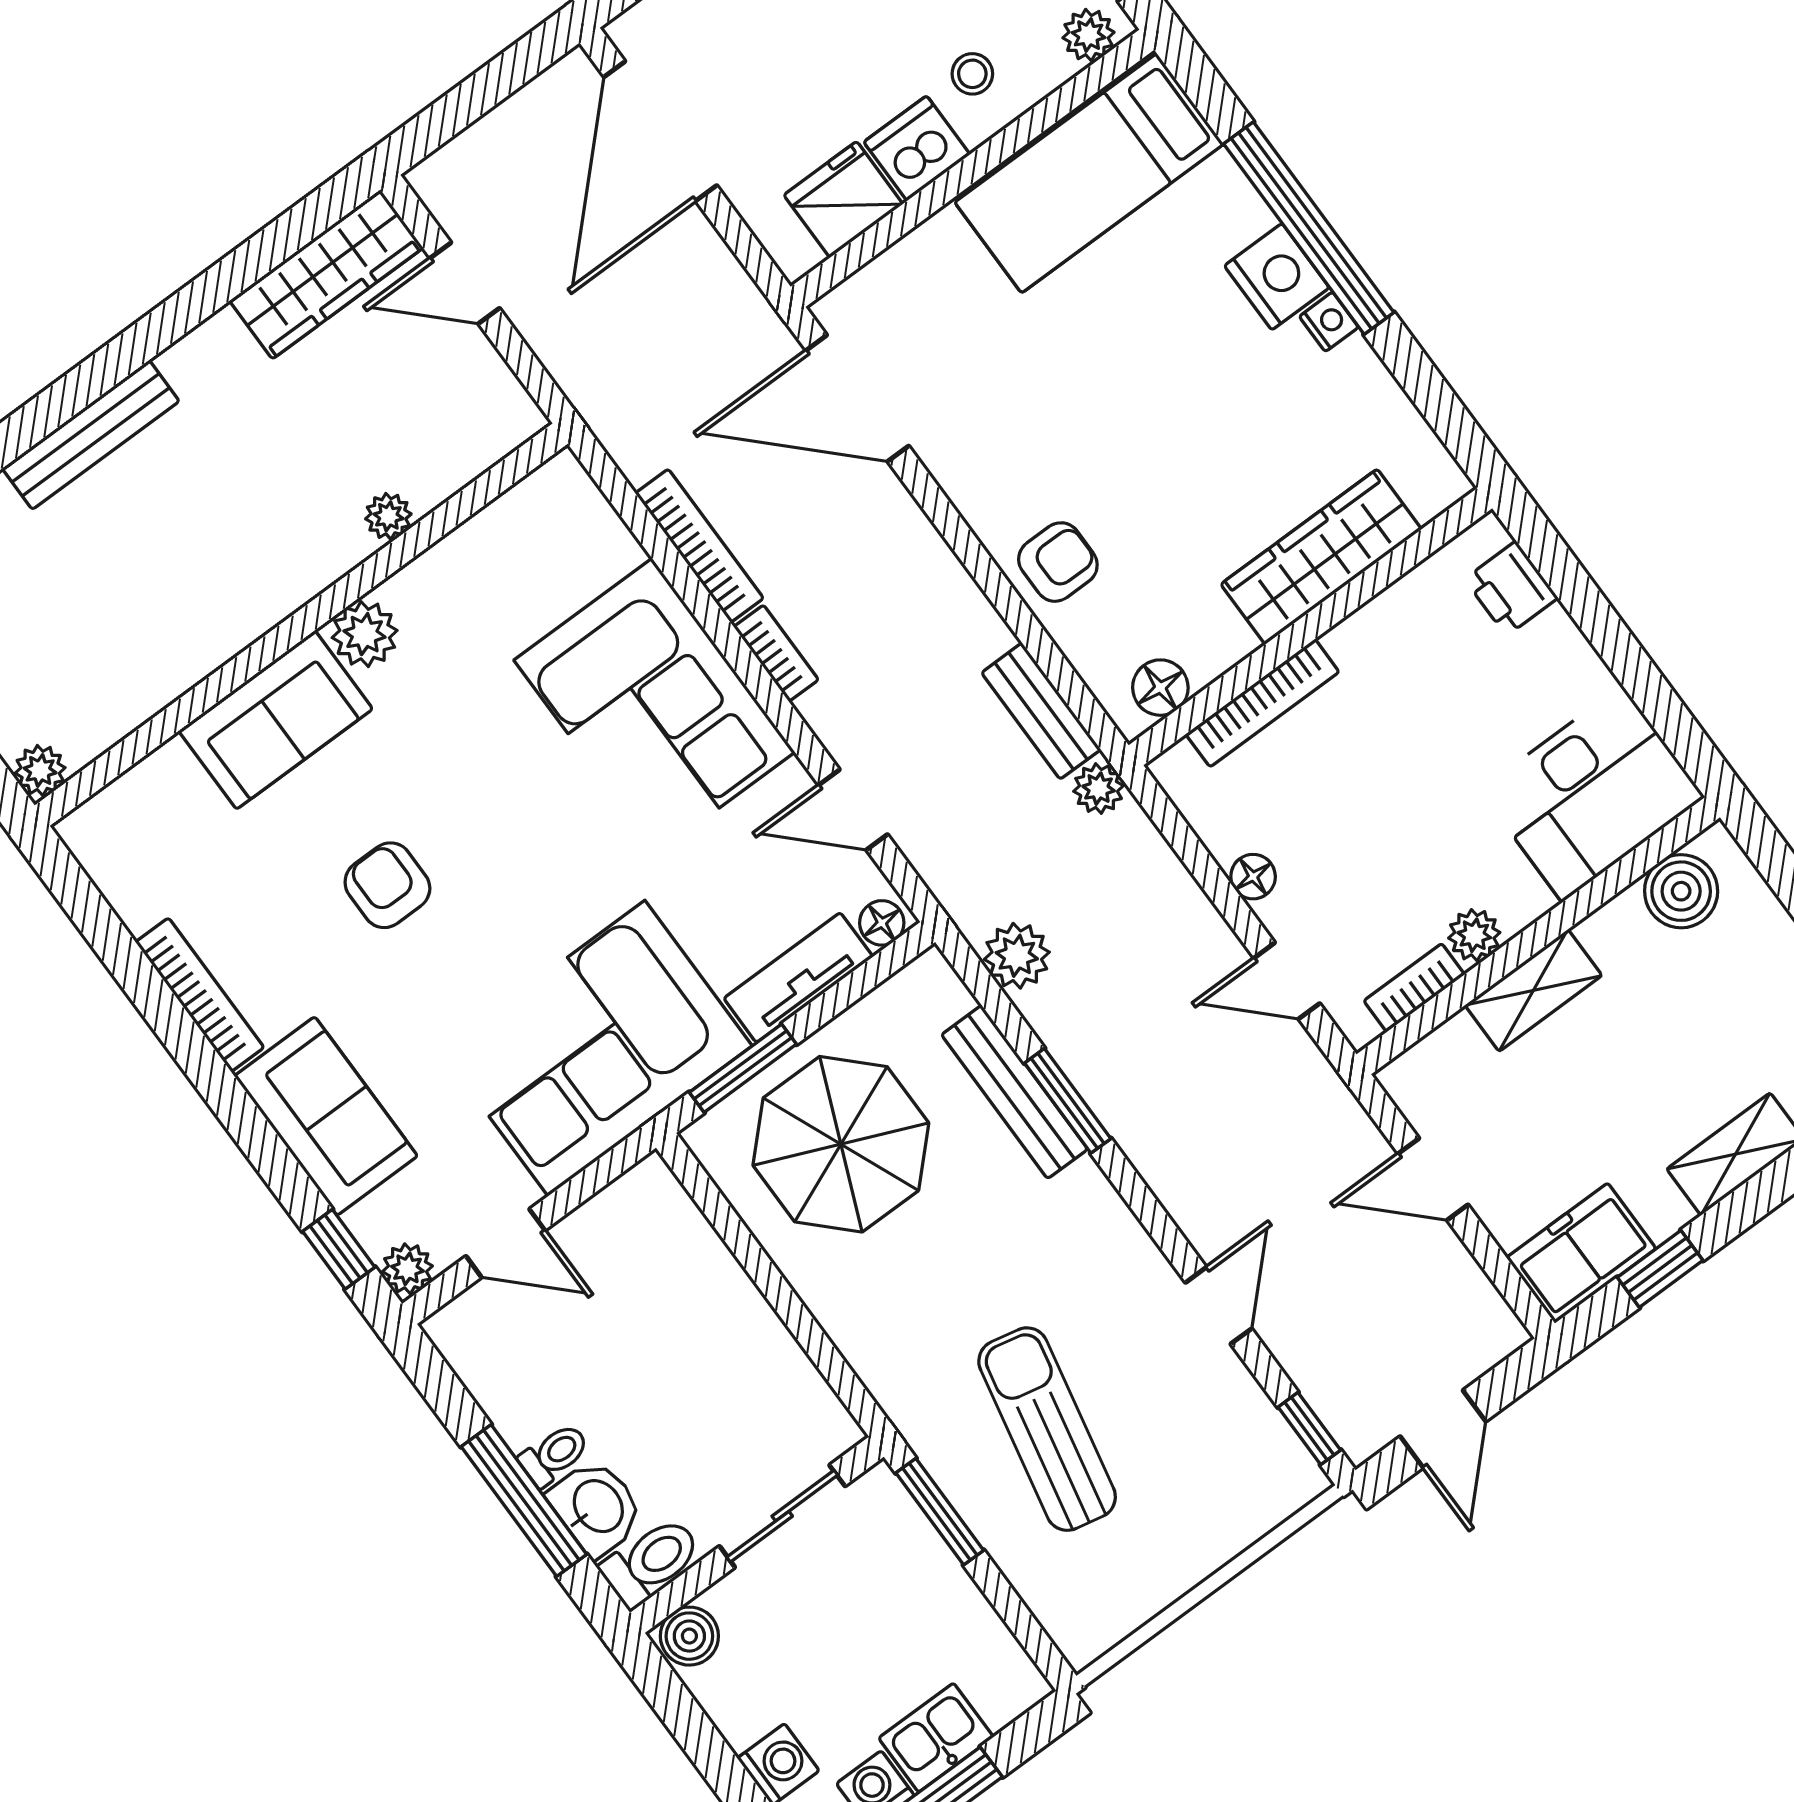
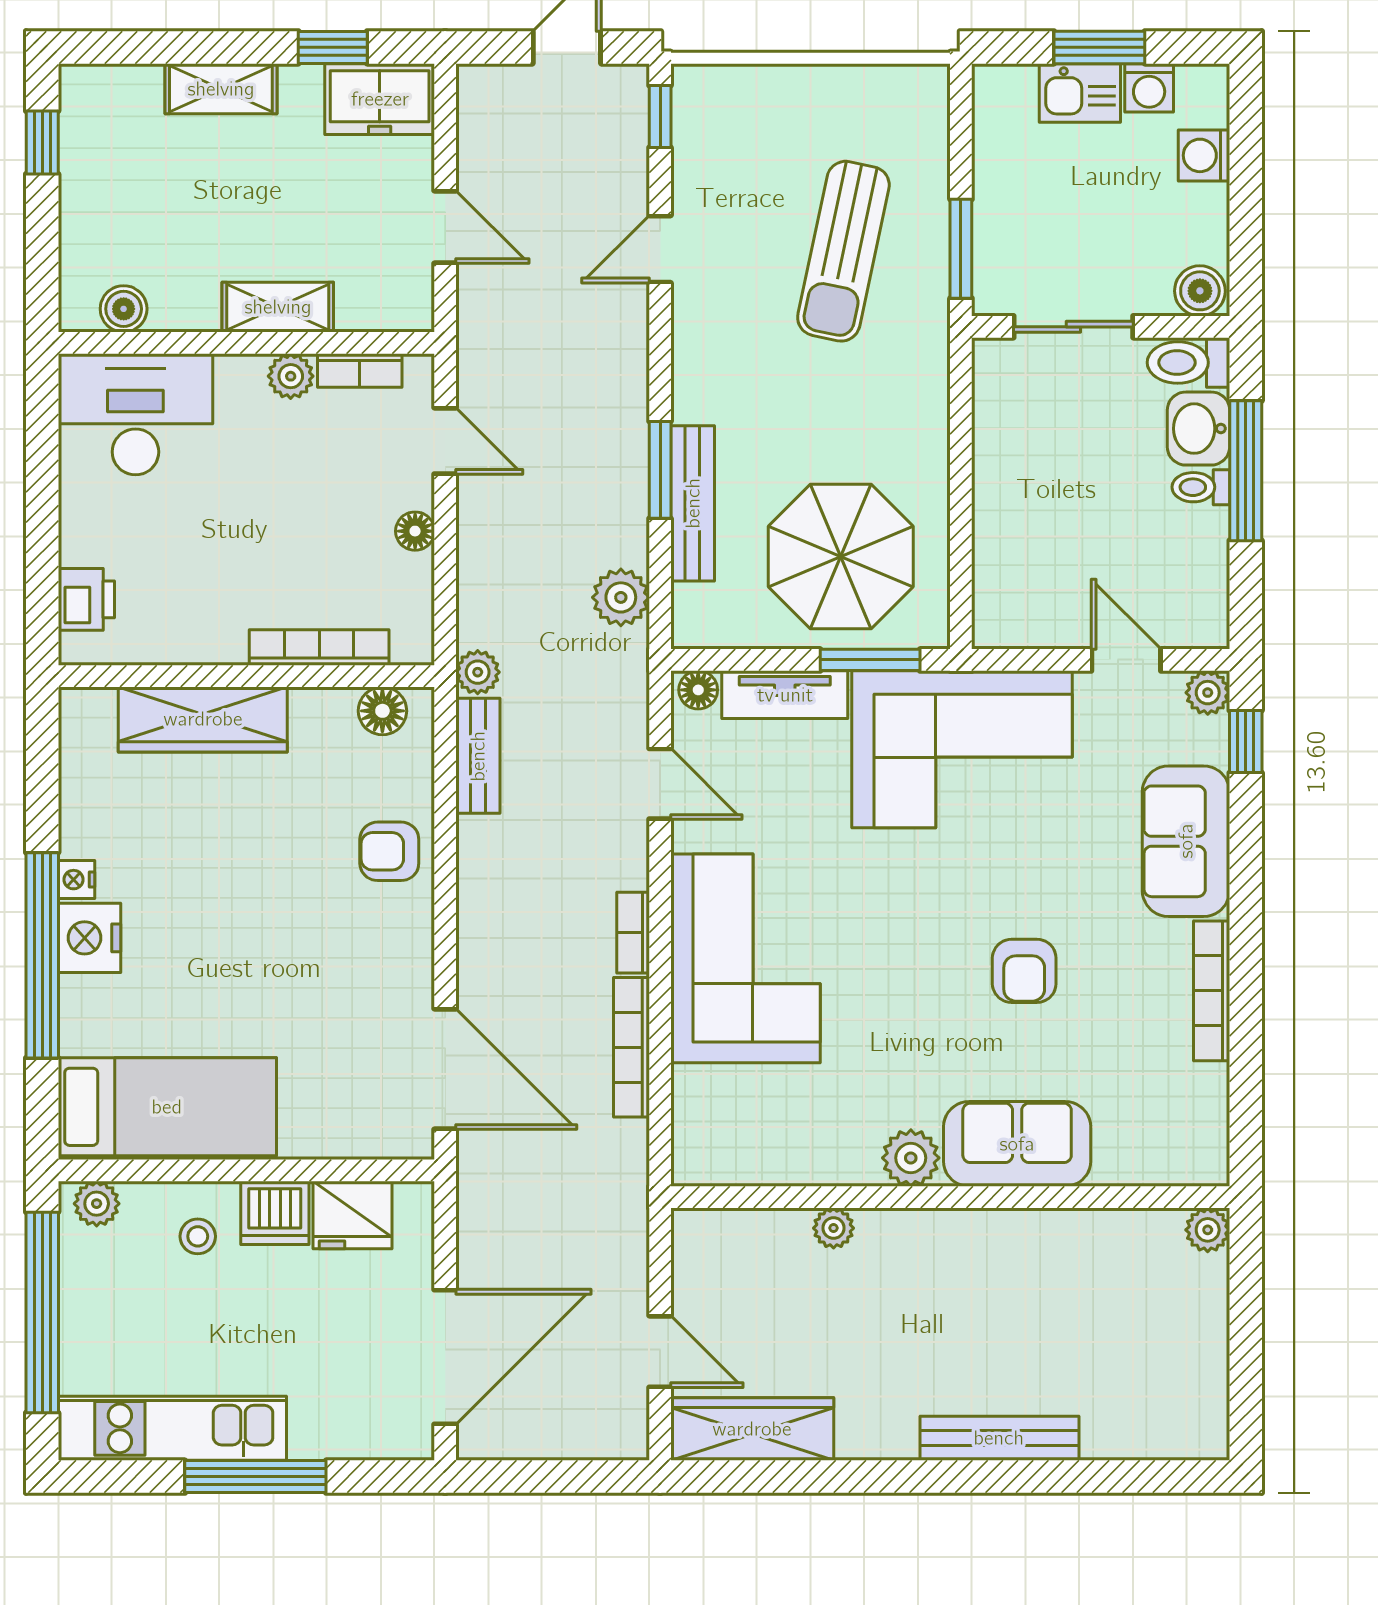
boiler: (1681, 891) -> (124, 309), width x0.73, depth x0.73

